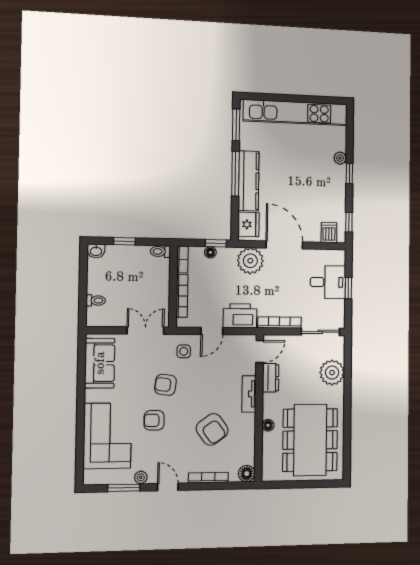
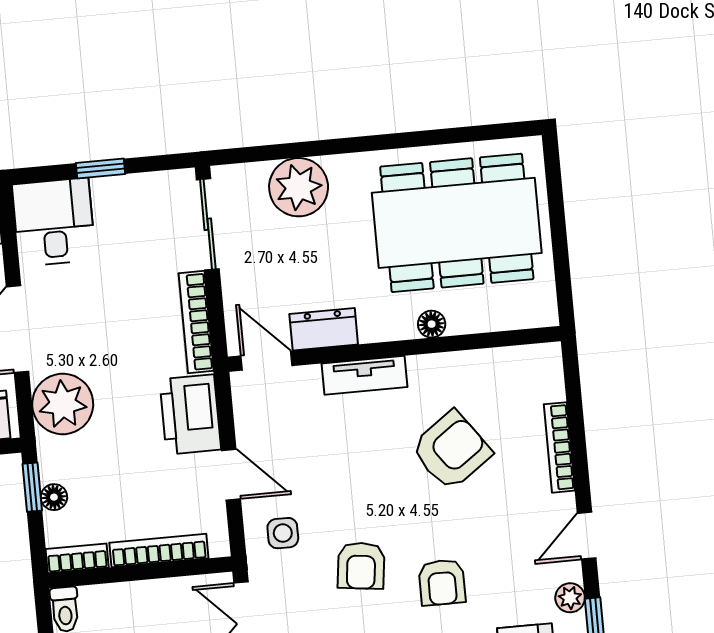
desk: (328, 282) -> (54, 222), moved
floor lamp: (247, 474) -> (544, 361), removed

